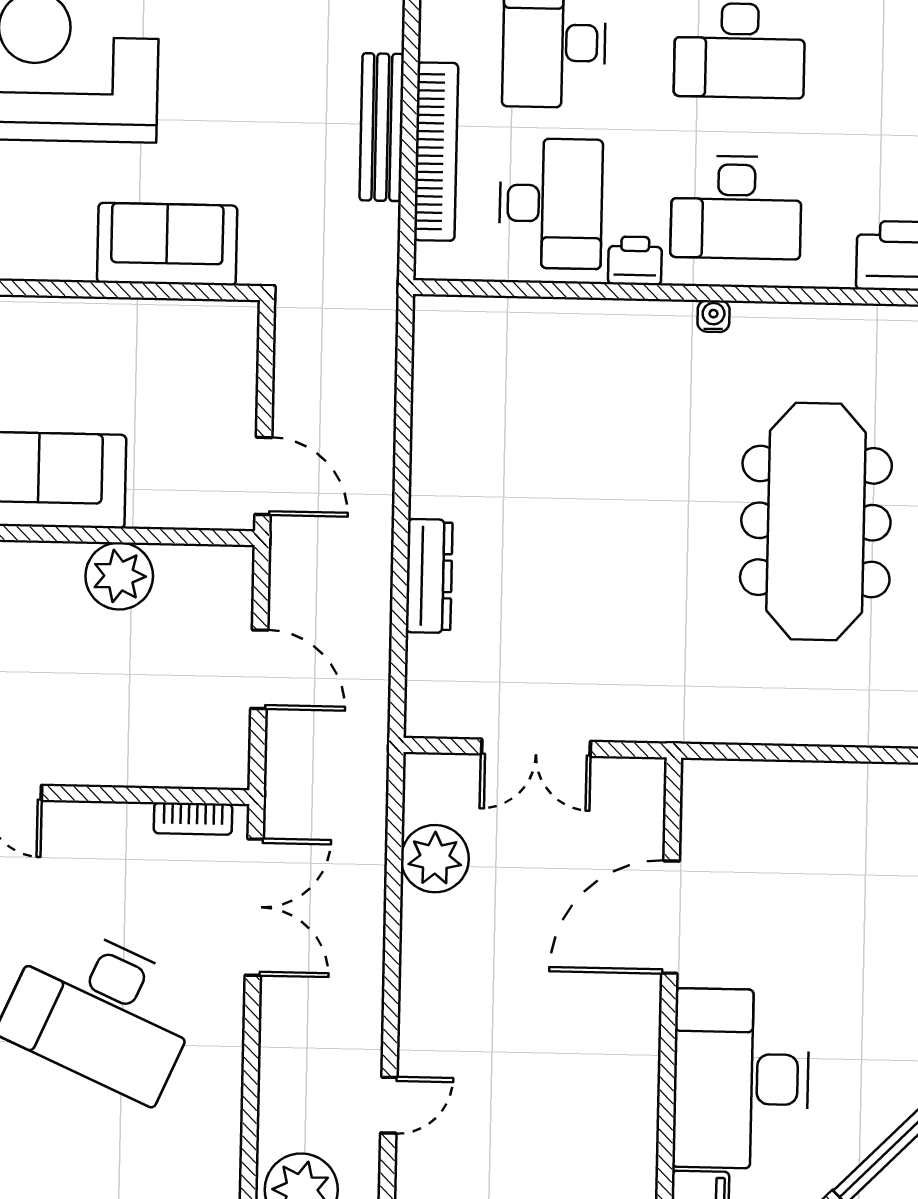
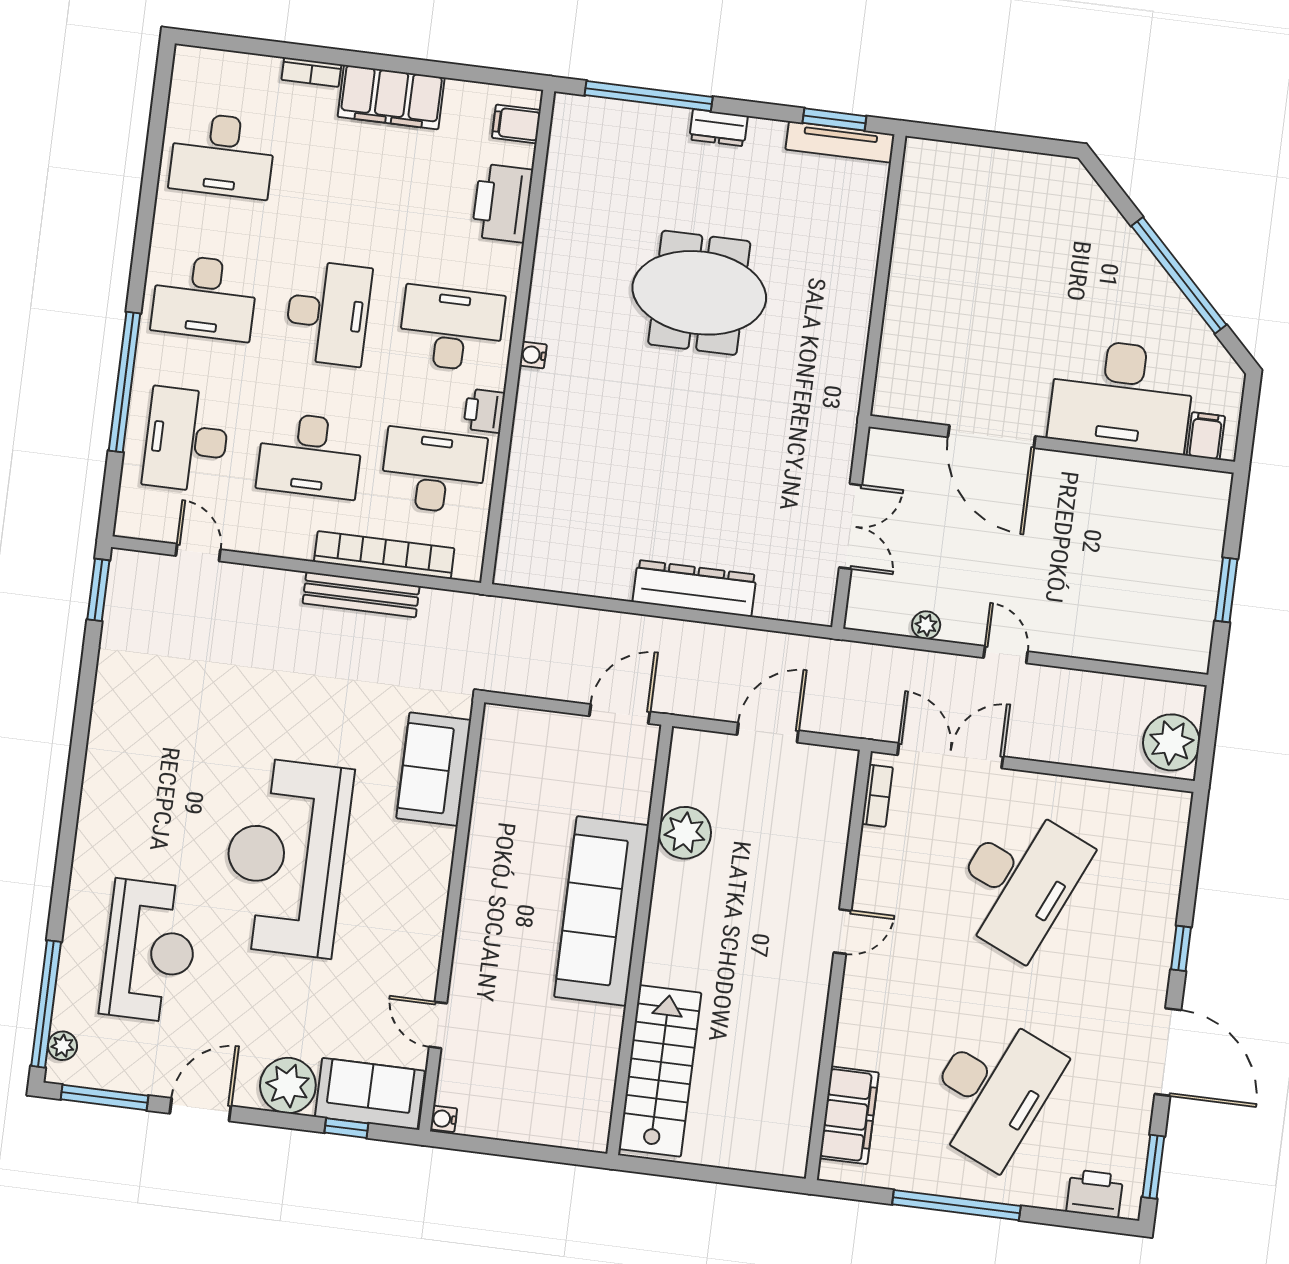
desk: (736, 207) -> (451, 329), turned -90
meeting table: (816, 521) -> (699, 293), width x0.73
dresser: (429, 576) -> (695, 588), width x1.37, depth x1.24
plant: (435, 859) -> (926, 625), width x0.53, depth x0.53
door: (389, 1105) -> (1006, 655), moved

